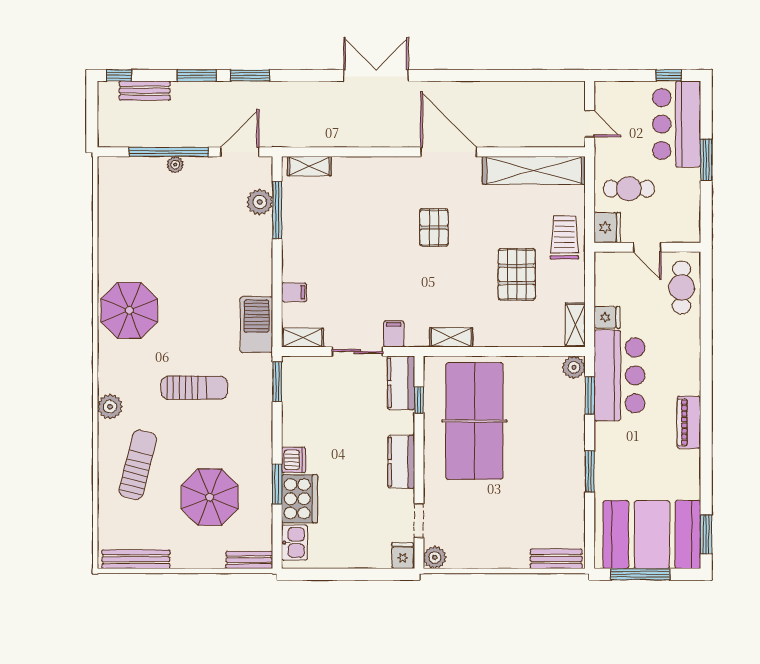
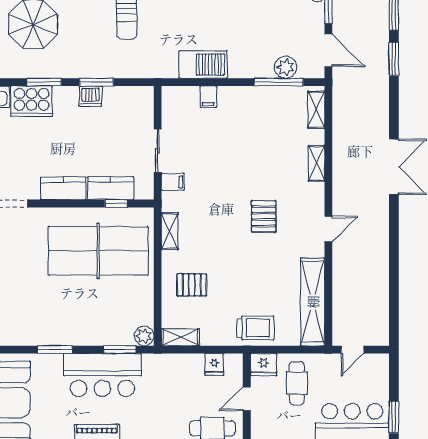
window: (669, 75) -> (394, 417), width x1.50
door: (449, 152) -> (328, 229), width x0.53
pallet: (434, 228) -> (264, 216), turned 90
pallet: (517, 274) -> (192, 285), moved, width x0.67, depth x0.71
fridge: (607, 317) -> (214, 364), moved
barbecue: (256, 325) -> (203, 64), moved
shelving: (302, 338) -> (317, 163), moved
bar counter: (619, 375) -> (102, 375), moved
window: (277, 382) -> (97, 82), moved
kitchen counter: (401, 383) -> (111, 188), moved
dishwasher: (294, 460) -> (91, 96), moved

